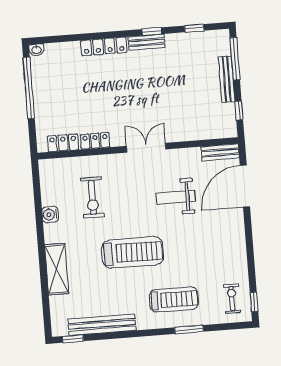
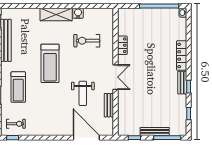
locker: (63, 143) -> (123, 25), removed
bench: (220, 152) -> (109, 105), moved
weight bench: (176, 197) -> (83, 93), turned 180
shelving: (57, 269) -> (56, 15), moved

